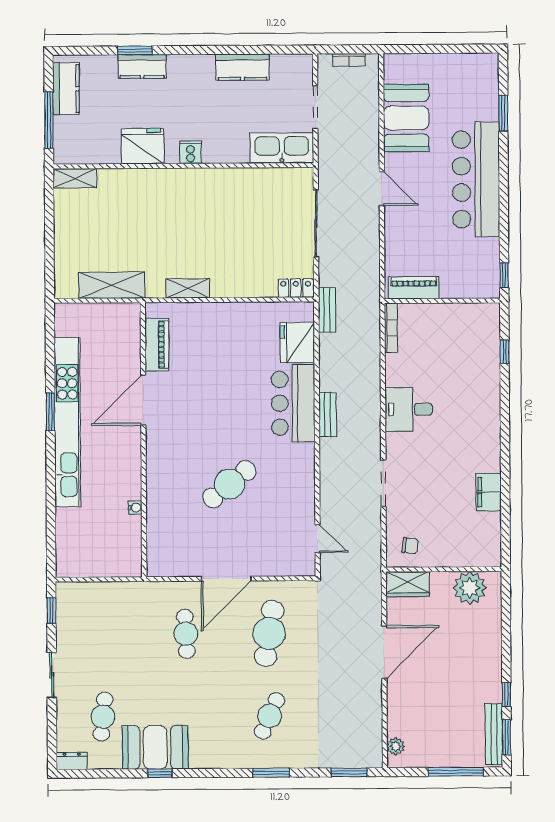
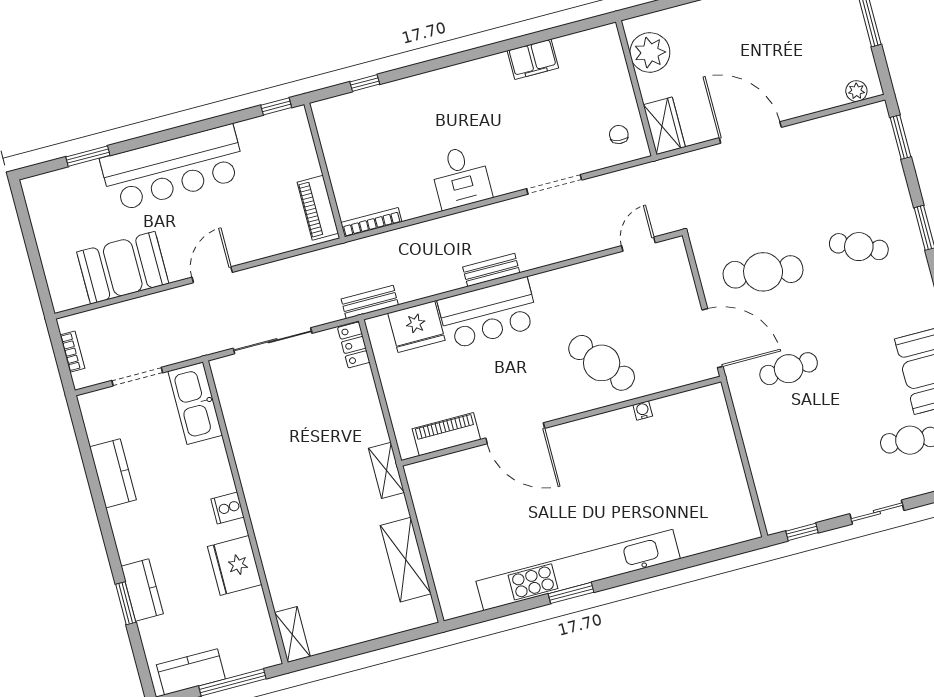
piano: (157, 344) -> (446, 434), moved
door: (143, 400) -> (515, 433), moved
wall: (143, 440) -> (561, 421), moved
water cooler: (135, 508) -> (643, 410), moved

